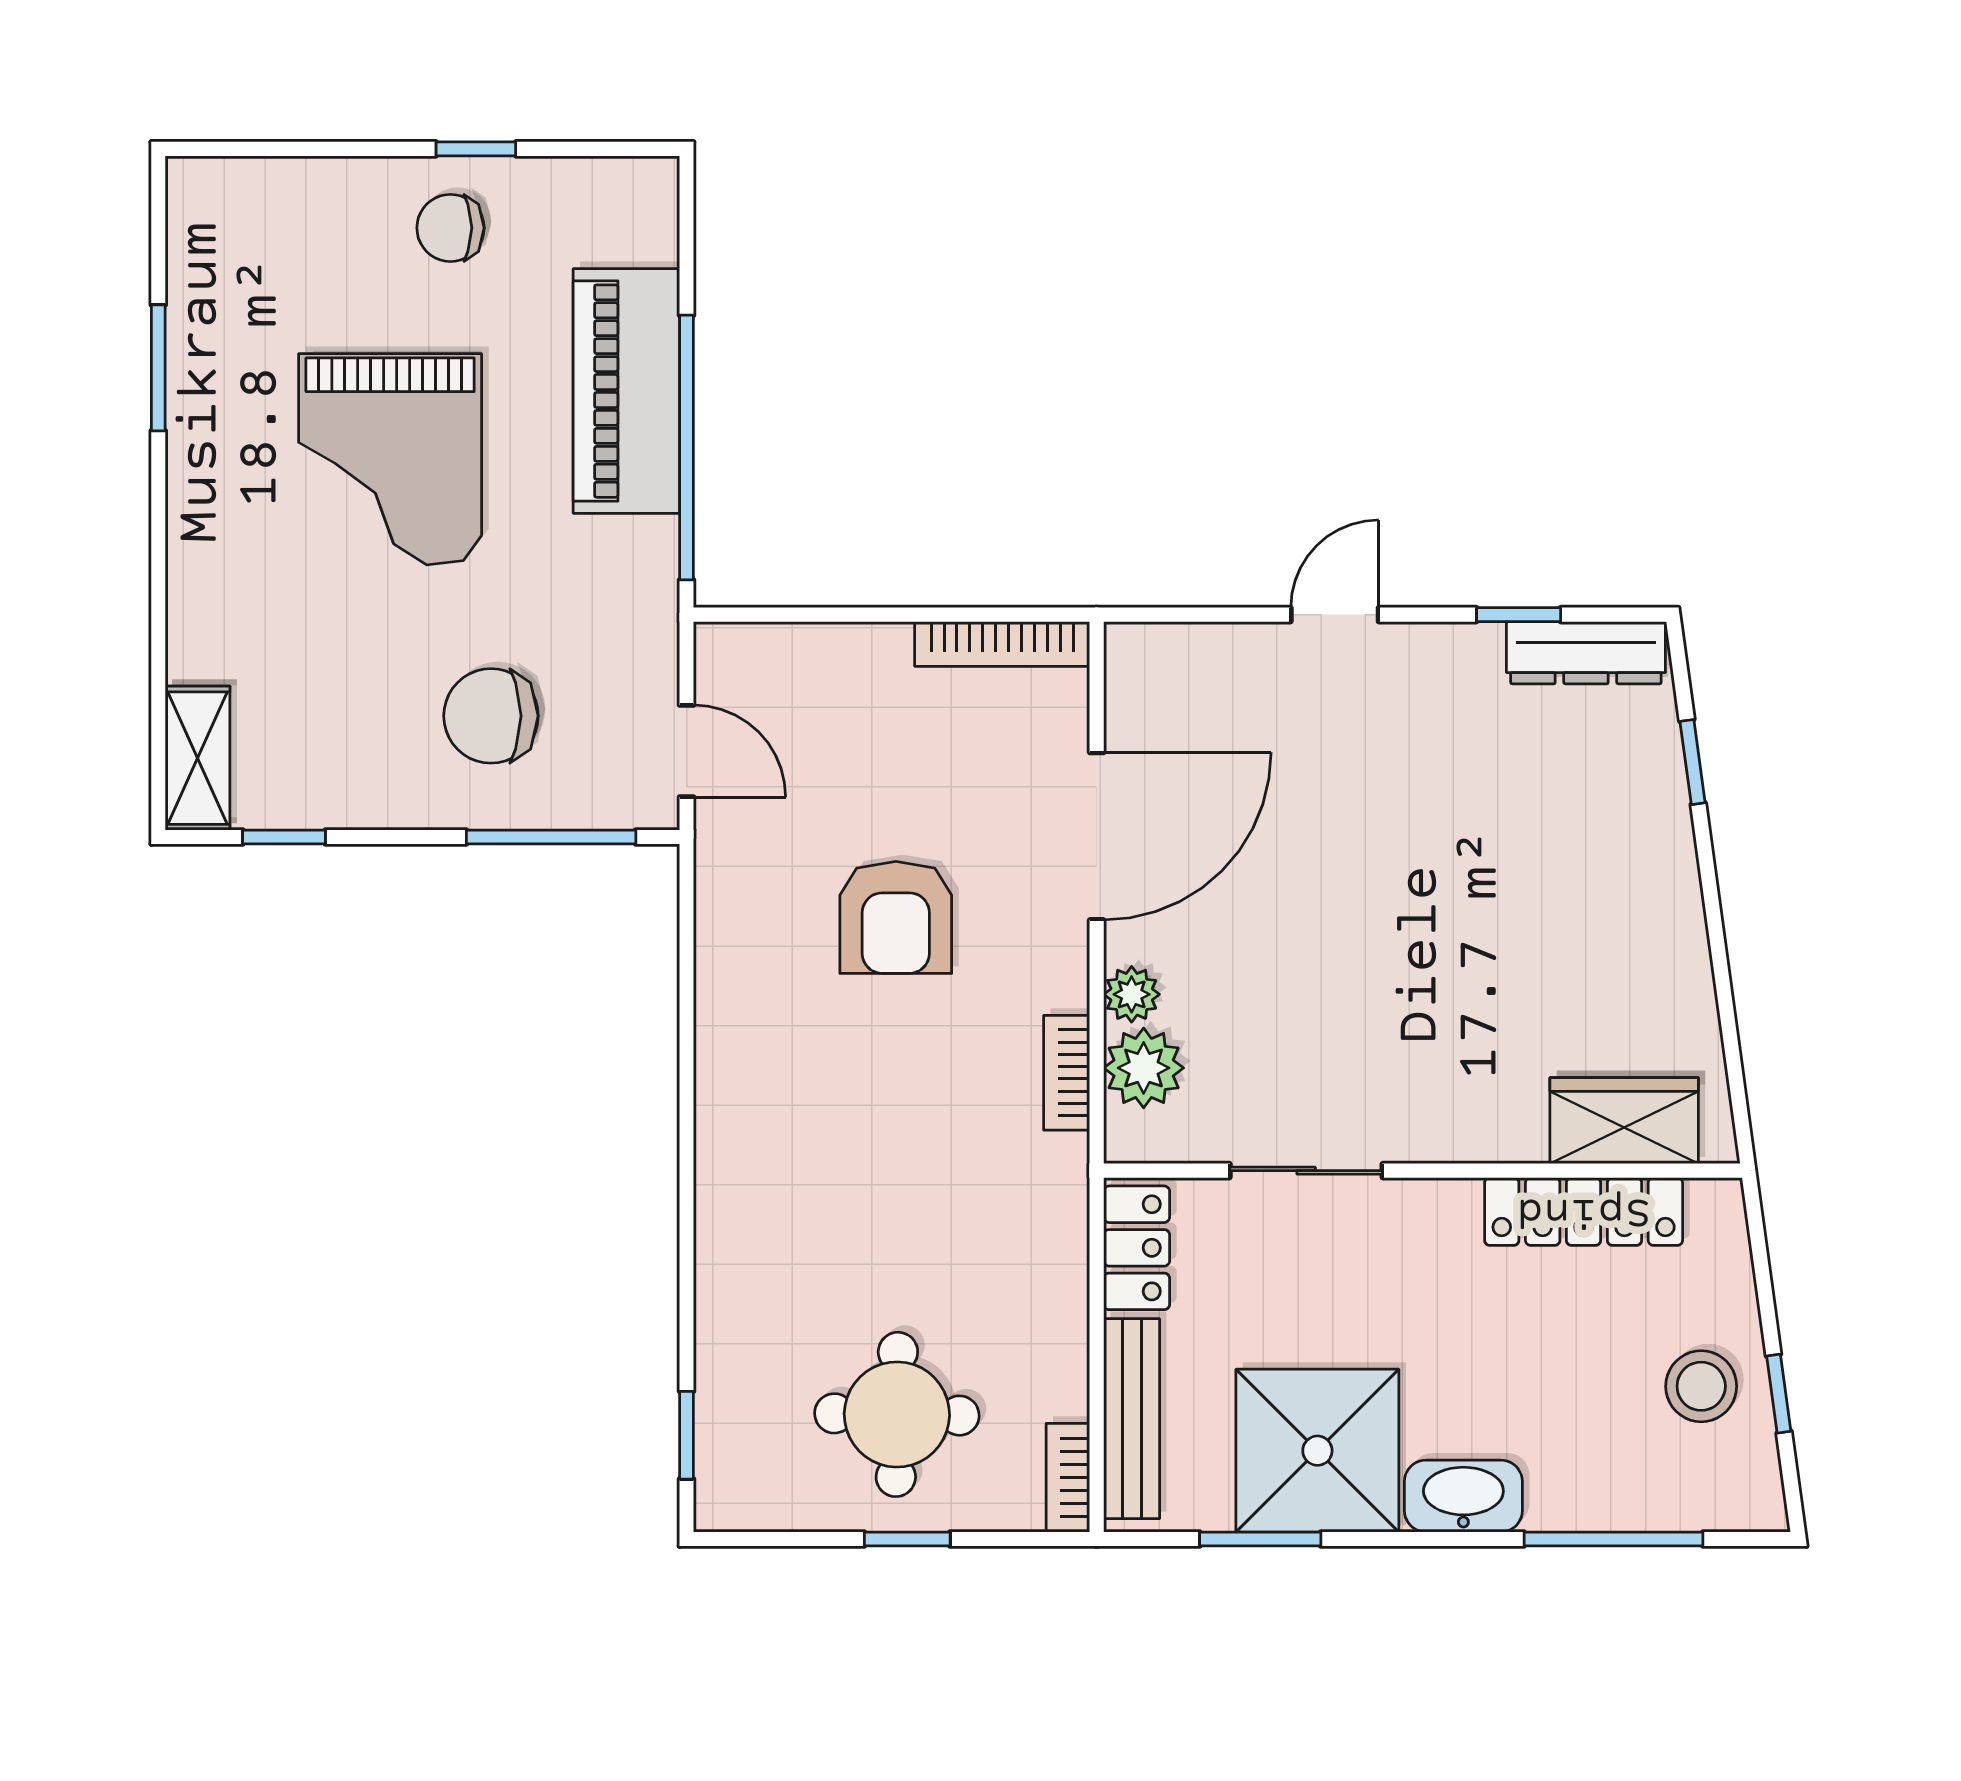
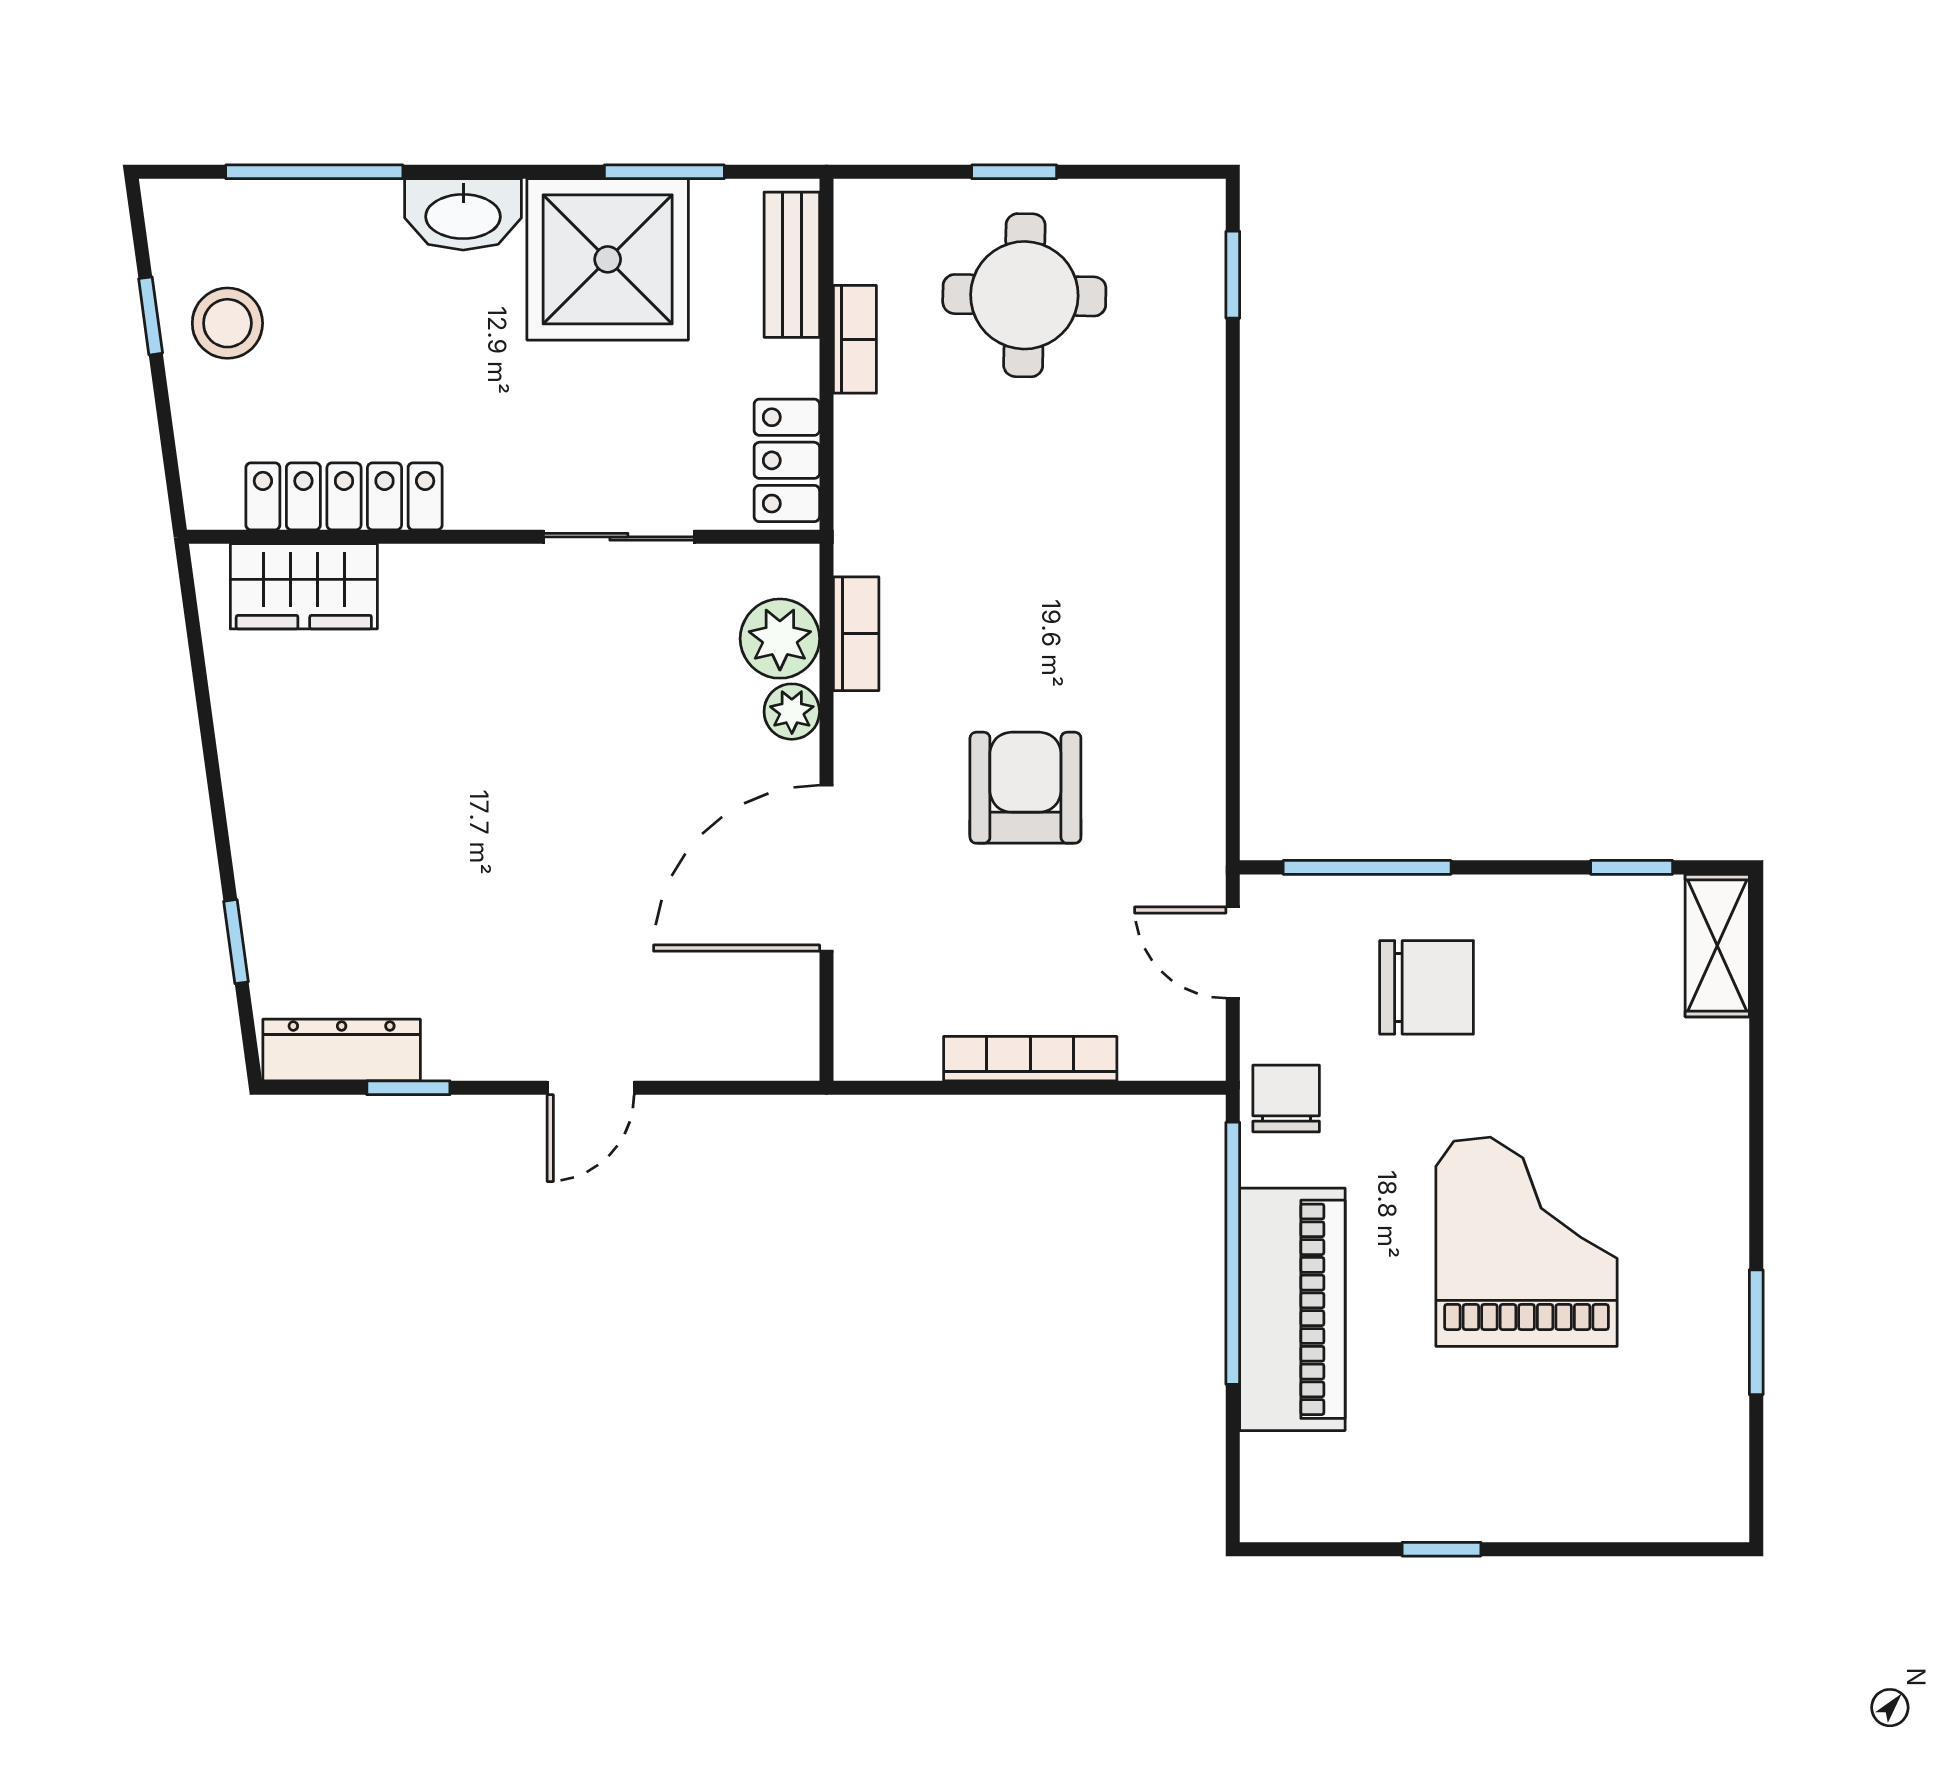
chair: (450, 228) -> (1286, 1099), moved, turned -90
bookcase: (1002, 644) -> (1030, 1059), moved
bench: (1132, 1419) -> (792, 265), width x0.73
bookcase: (1068, 1478) -> (855, 339), moved

